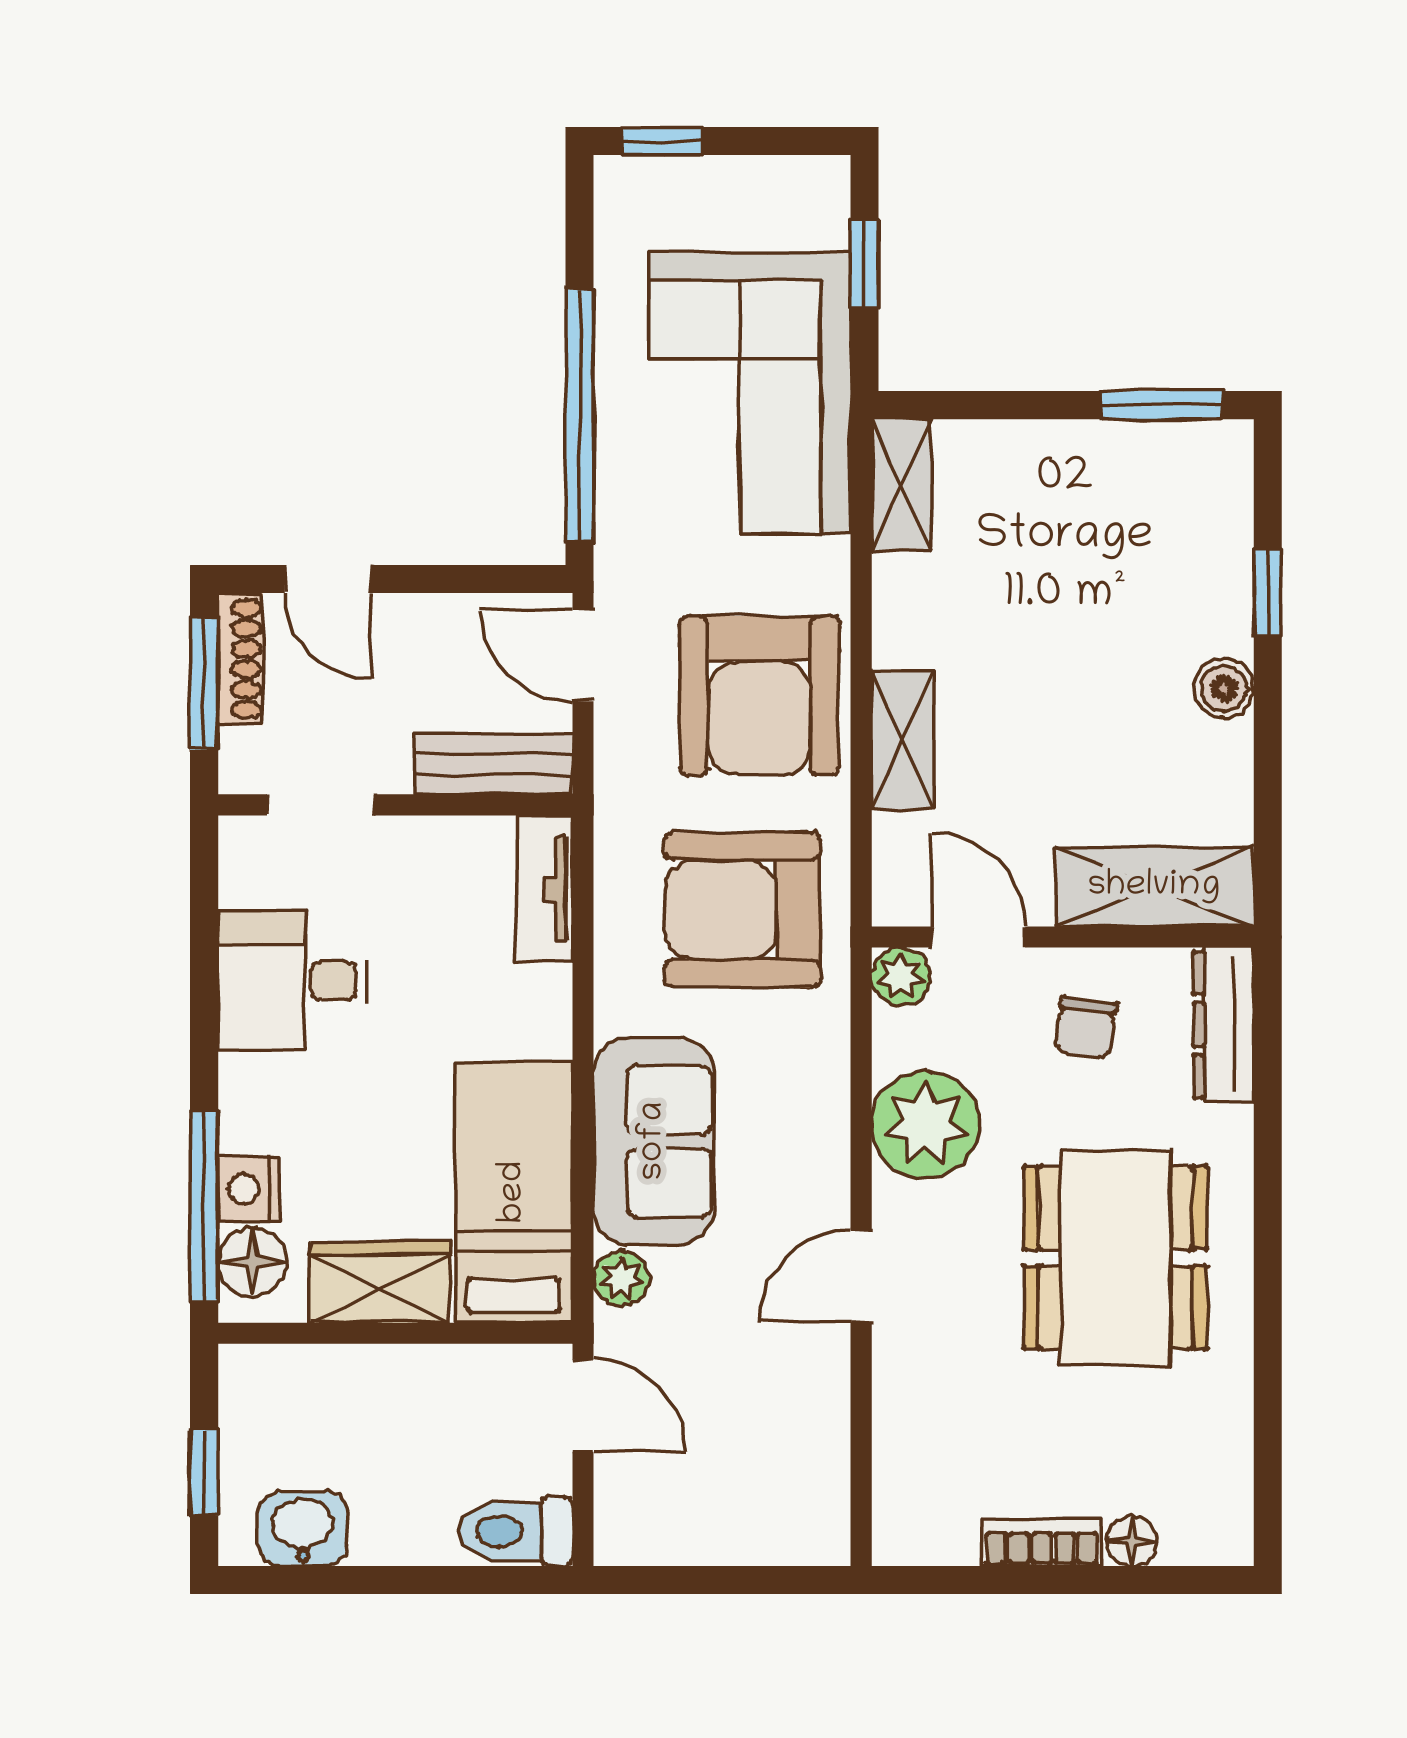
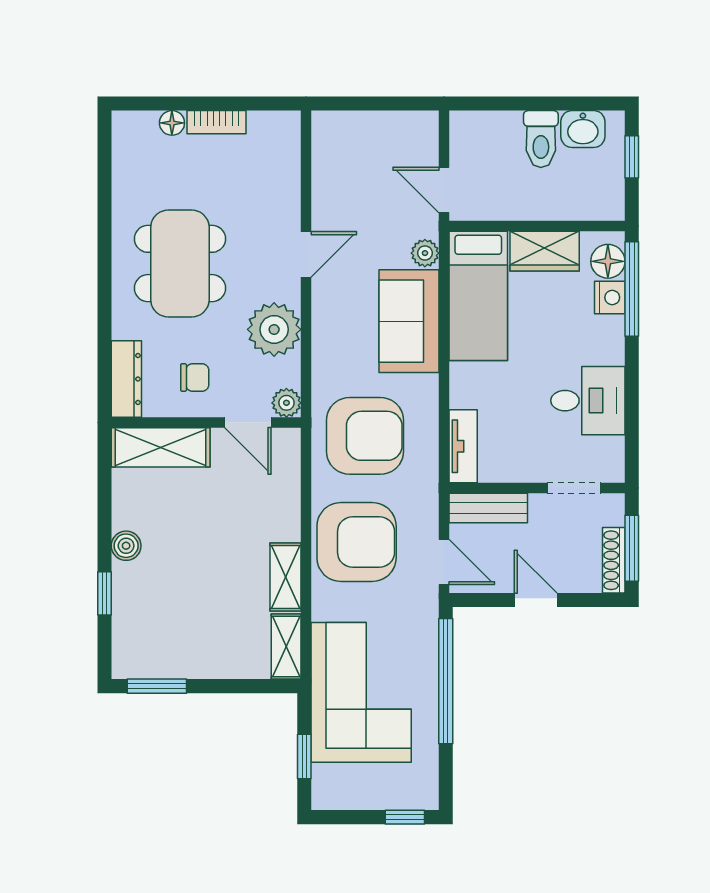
door: (328, 579) -> (536, 600), moved
armchair: (759, 696) -> (357, 542), turned 90
shelving: (902, 740) -> (286, 577), moved
chair: (1086, 1028) -> (195, 378), turned 83
toilet: (515, 1531) -> (541, 139), moved, turned 90

